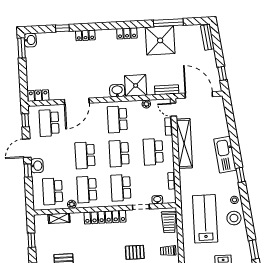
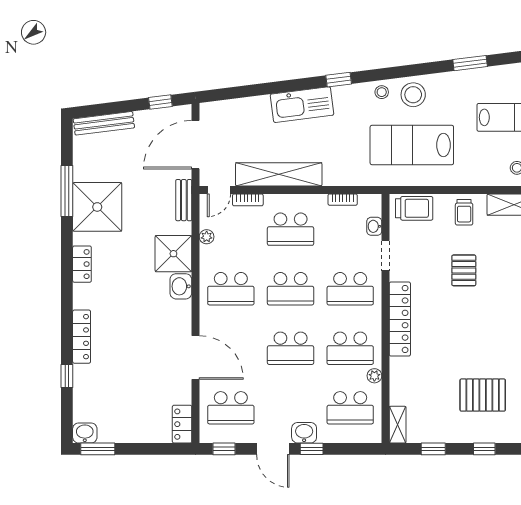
locker: (85, 35) -> (82, 337), width x1.53
bench: (207, 37) -> (104, 123), width x1.36
shelving: (59, 218) -> (398, 425), moved

